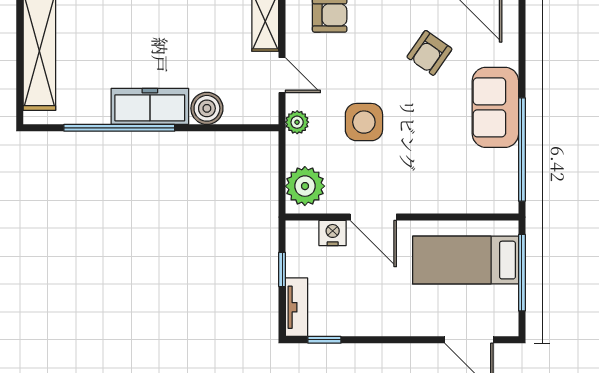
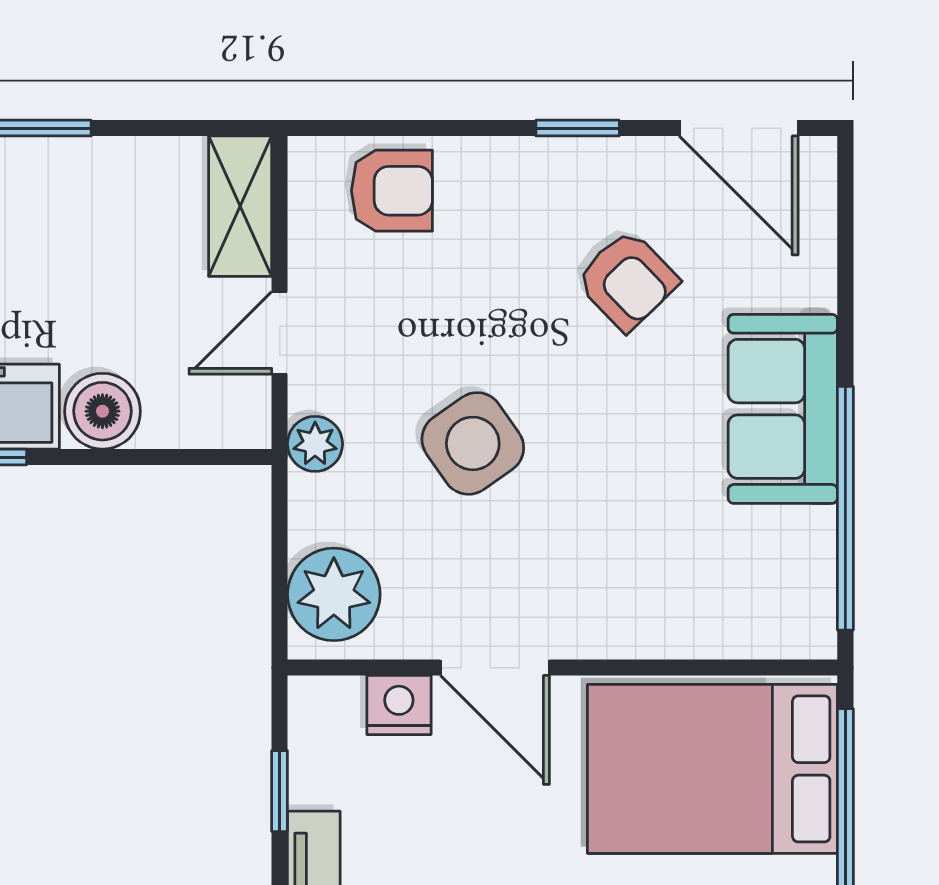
armchair: (429, 53) -> (627, 280), turned -79
door: (282, 75) -> (280, 333), swing flipped
side table: (364, 122) -> (473, 443), turned -35
bed: (466, 260) -> (712, 769), width x1.50

